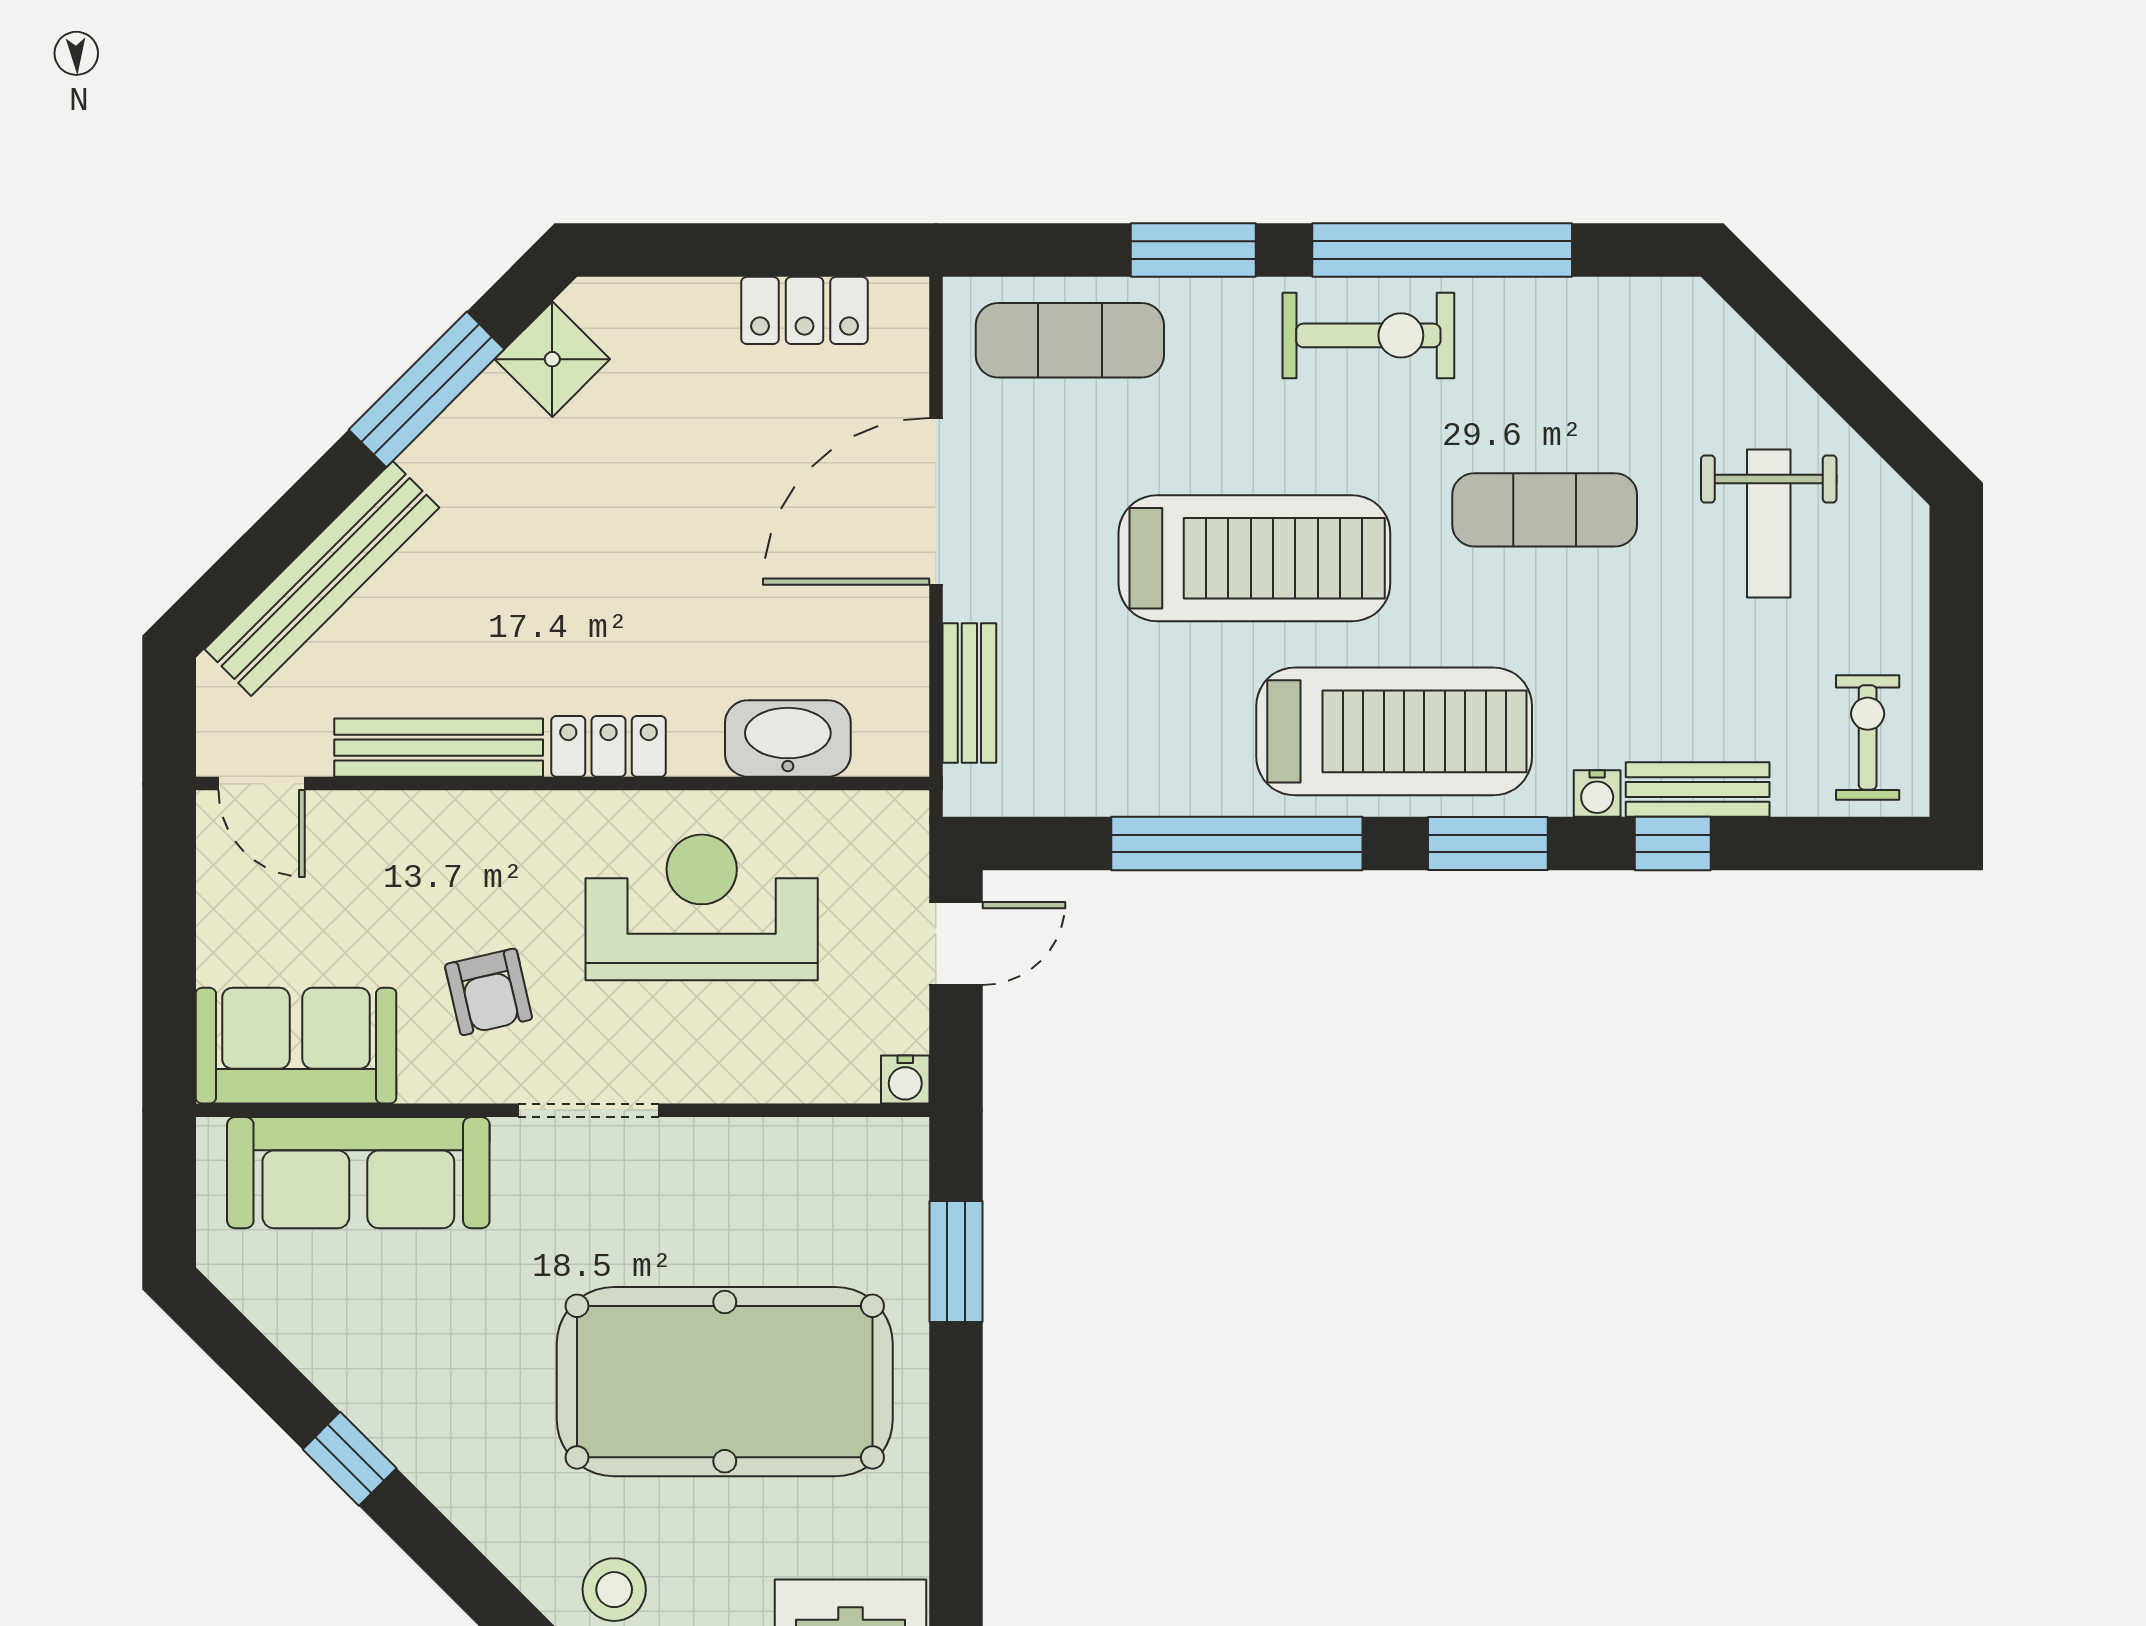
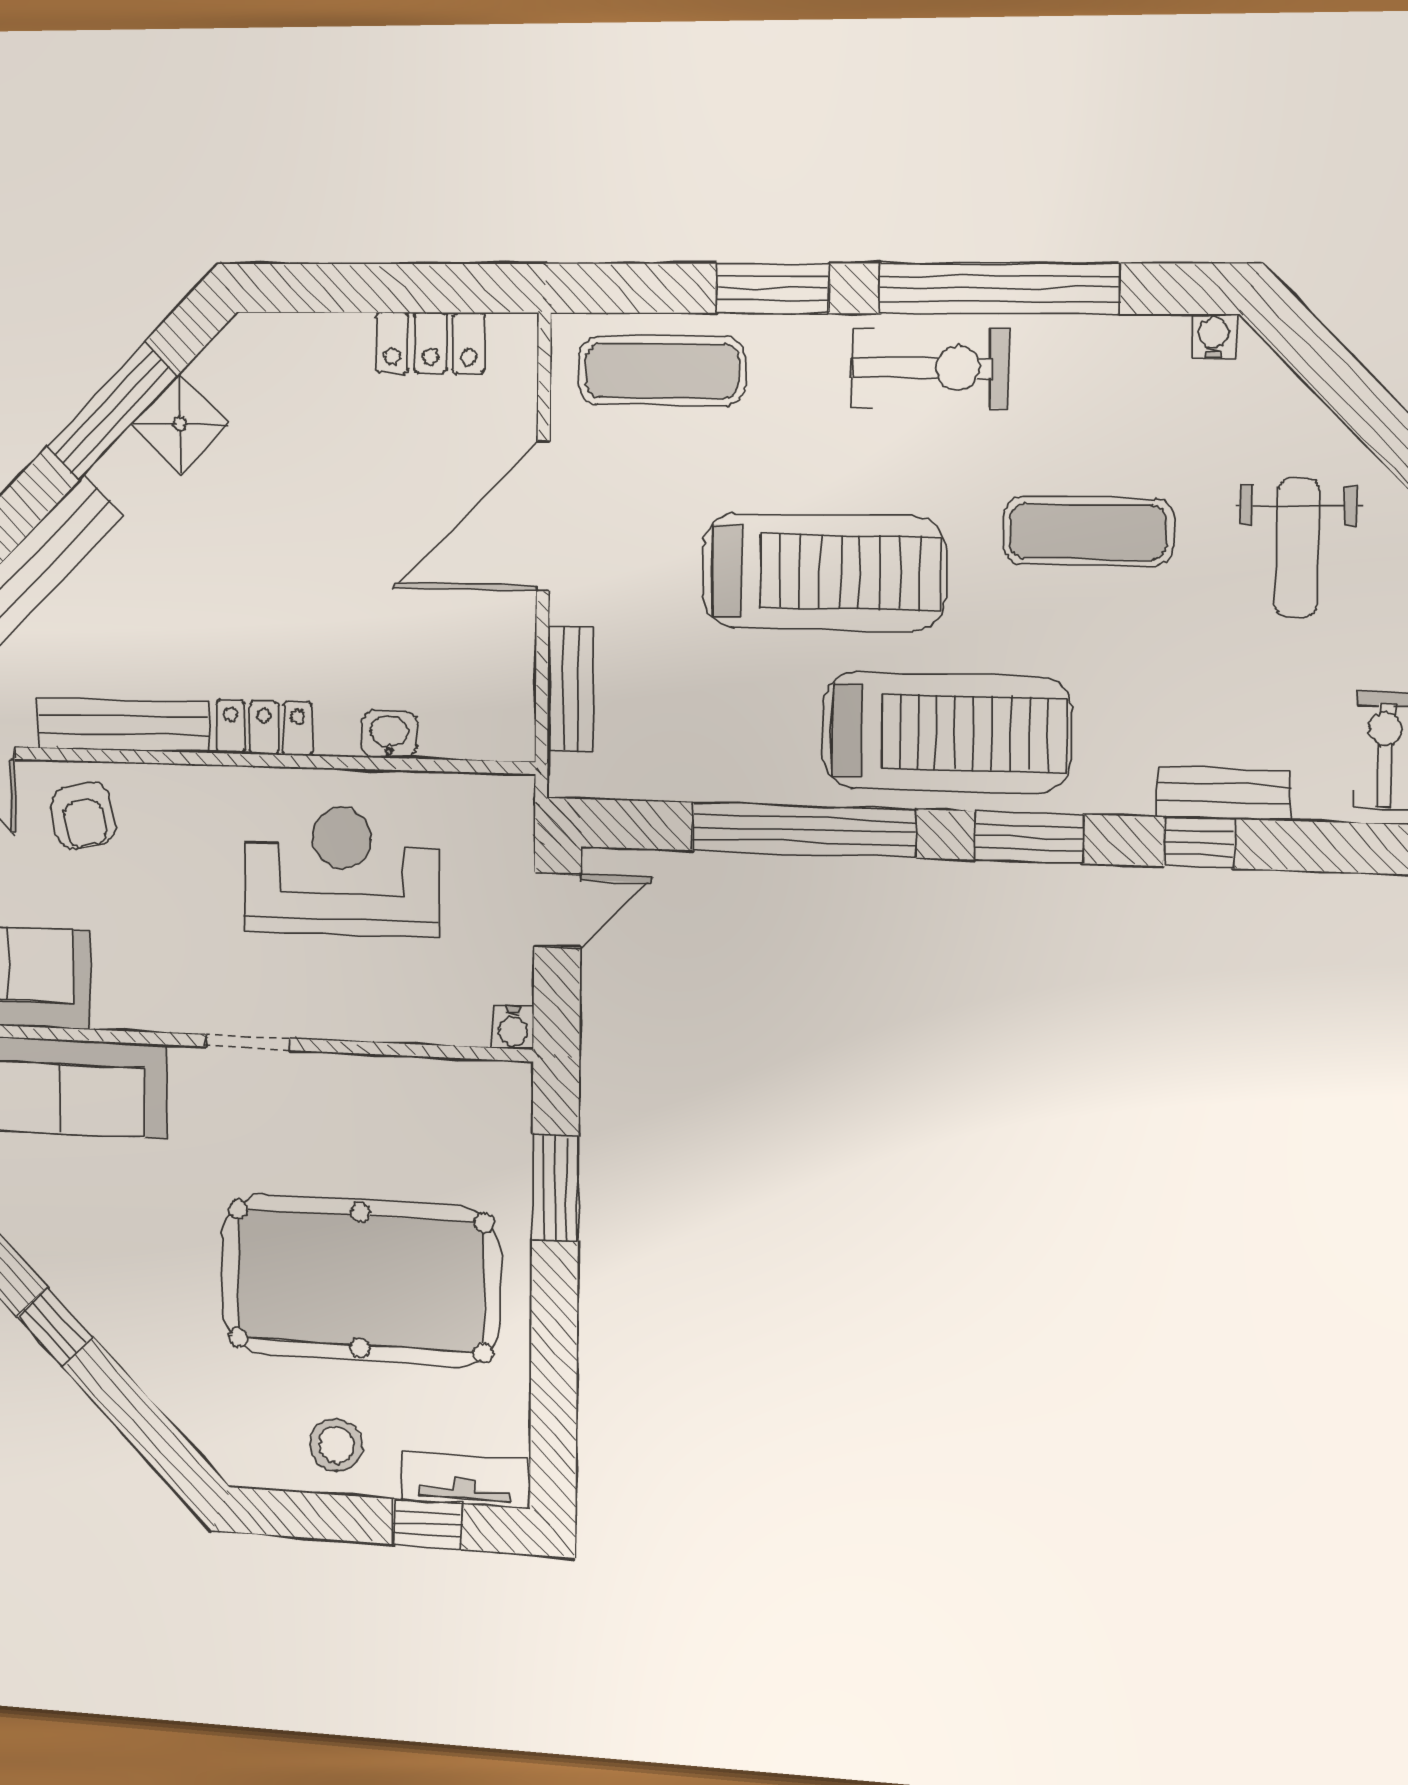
shower: (552, 359) -> (180, 424), moved
washbasin: (788, 738) -> (389, 735), width x0.52, depth x0.69
water cooler: (1597, 793) -> (1214, 336), moved, turned 180
armchair: (488, 992) -> (83, 816), moved
doorway: (589, 1110) -> (248, 1043), width x0.73
stool: (614, 1590) -> (336, 1445), moved

